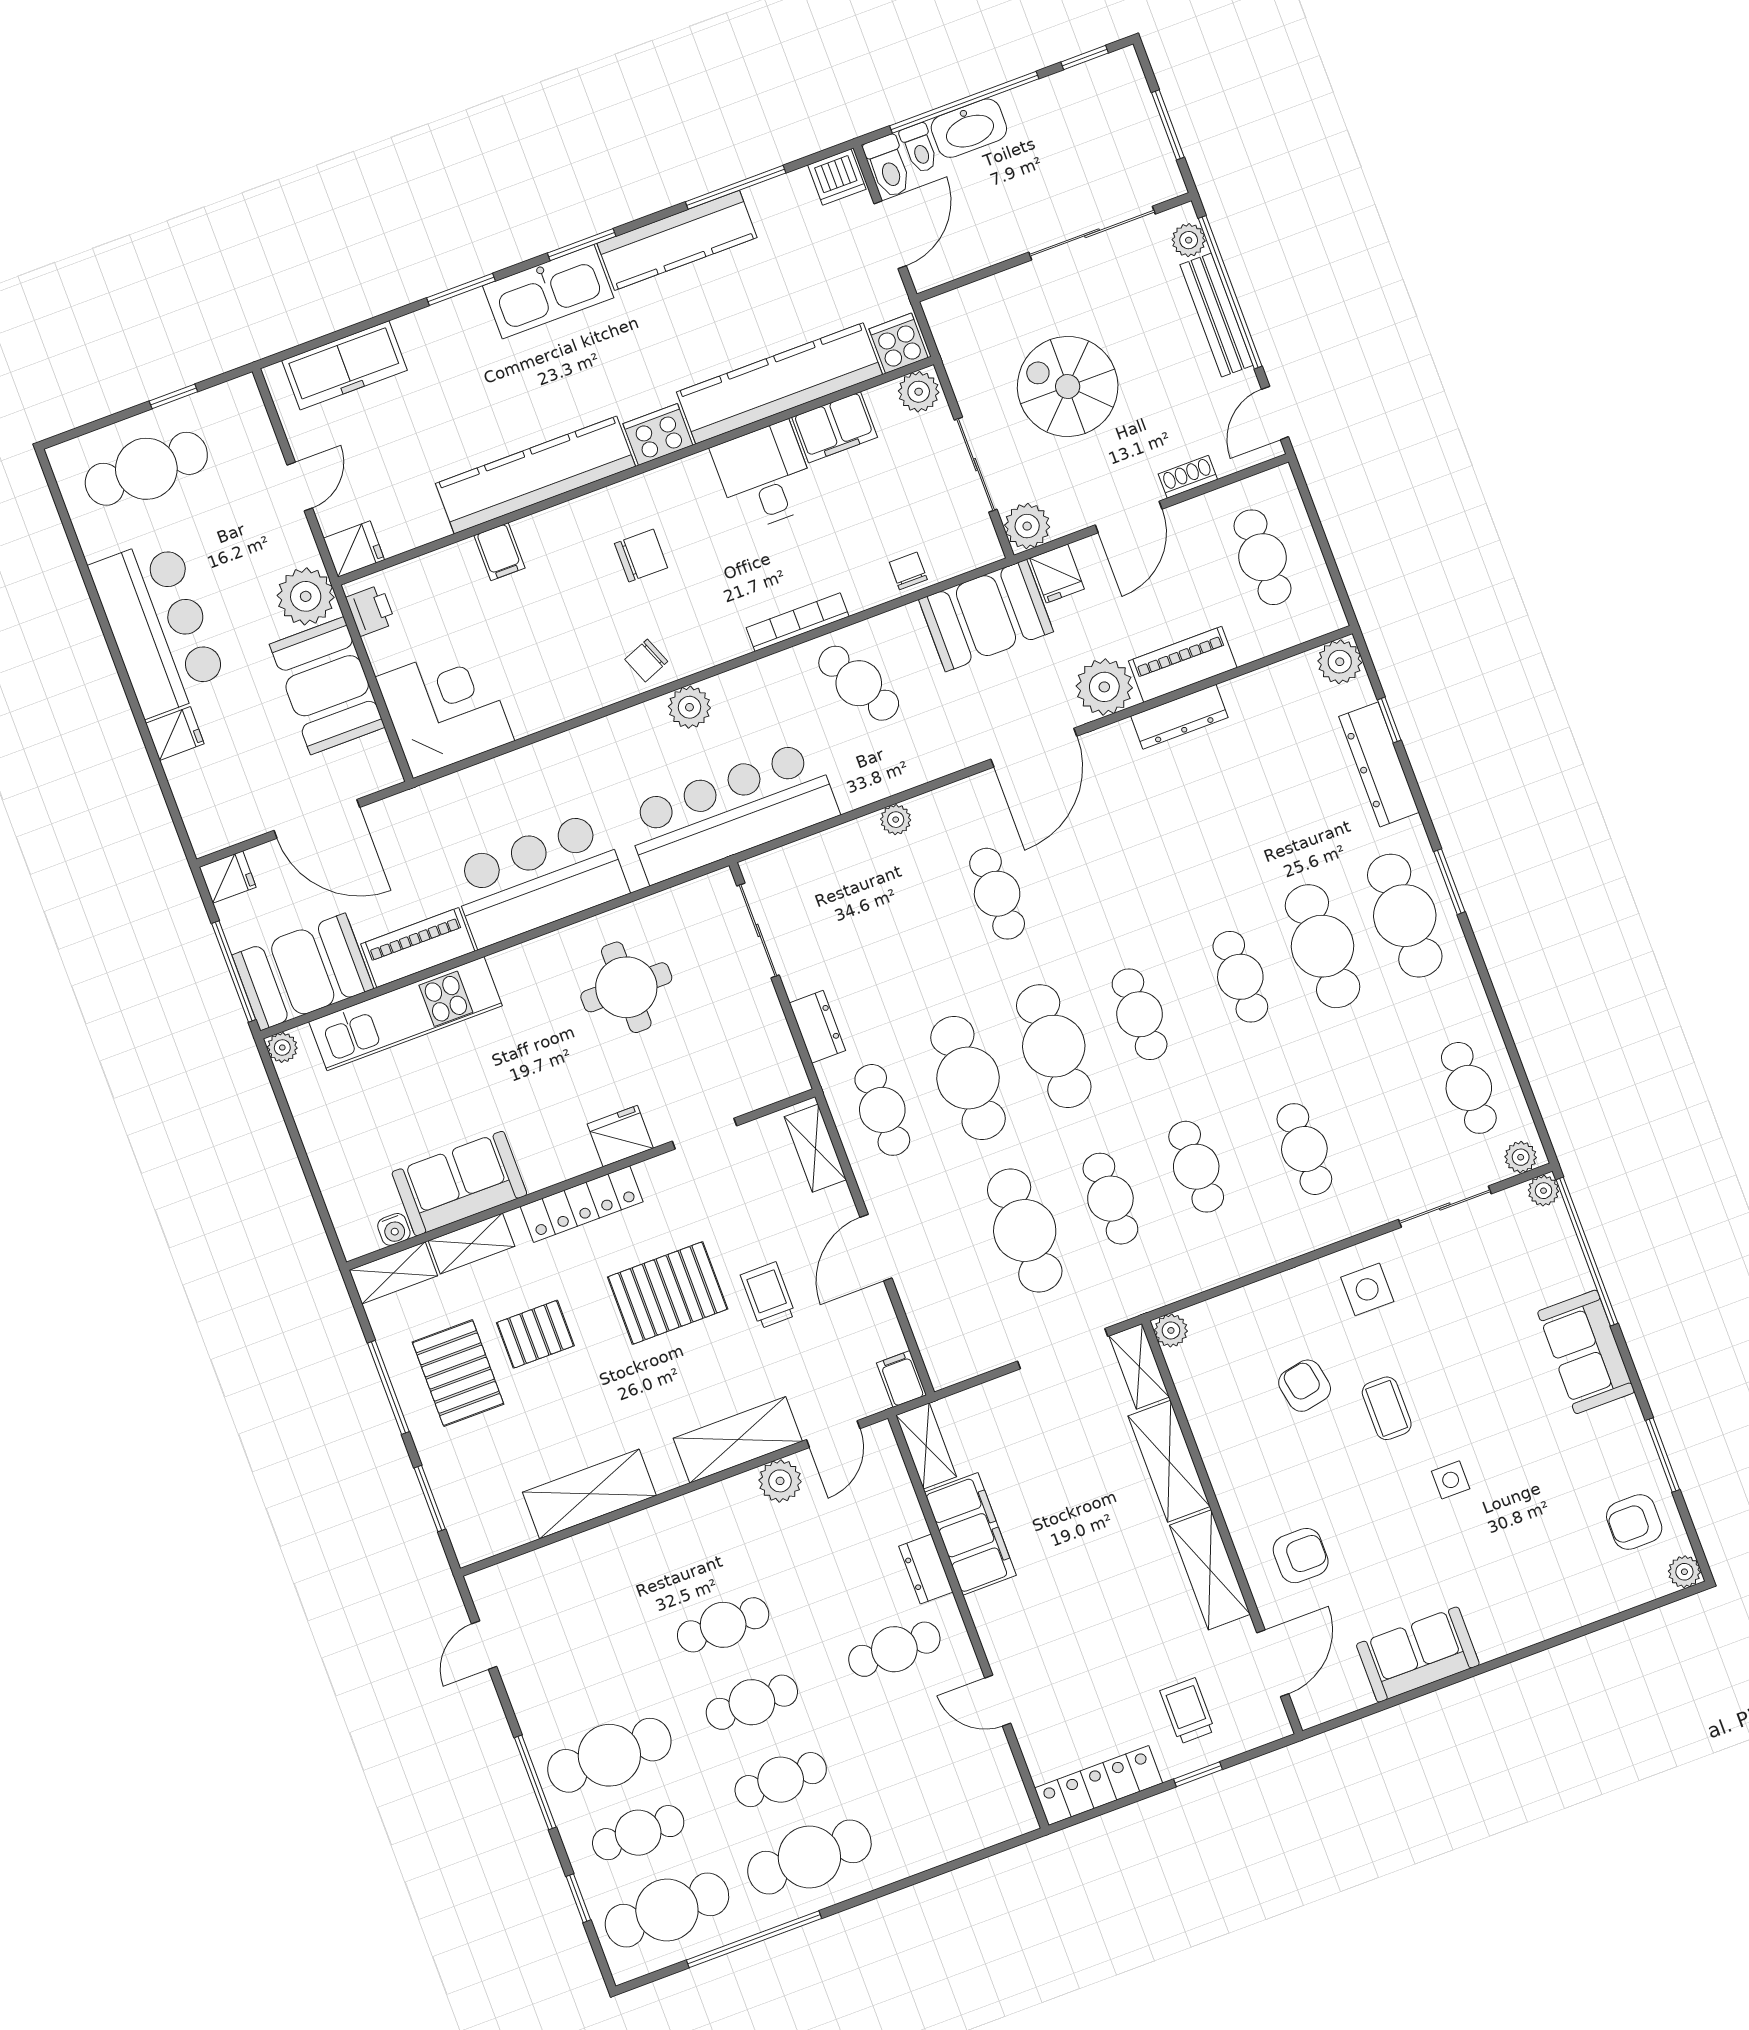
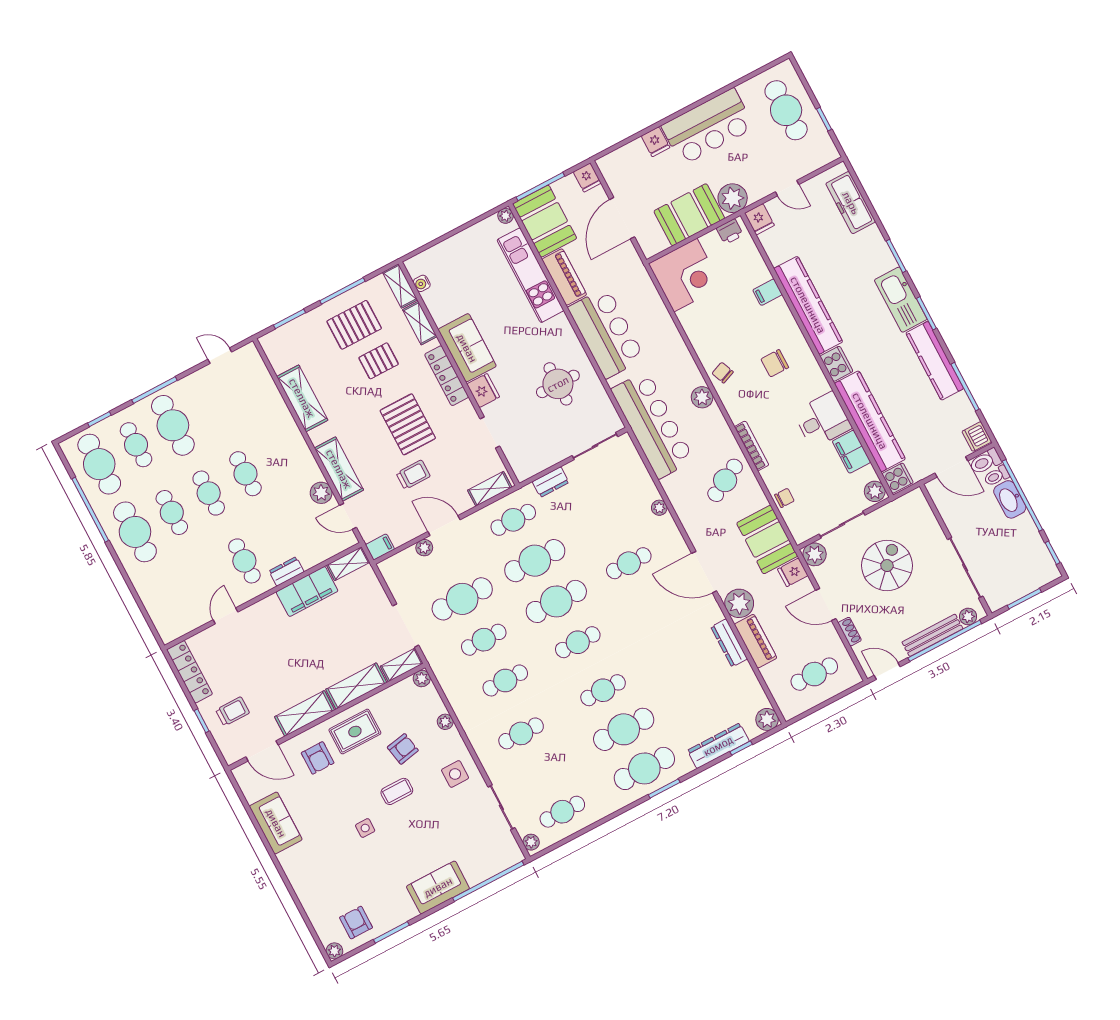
chair: (641, 556) -> (775, 363), turned 90
sofa: (459, 1184) -> (467, 348), moved
plant: (1543, 1191) -> (445, 722), moved
plant: (914, 1292) -> (424, 548), added
pallet: (535, 1334) -> (379, 361), turned 90
rug: (1258, 1475) -> (355, 732), added

